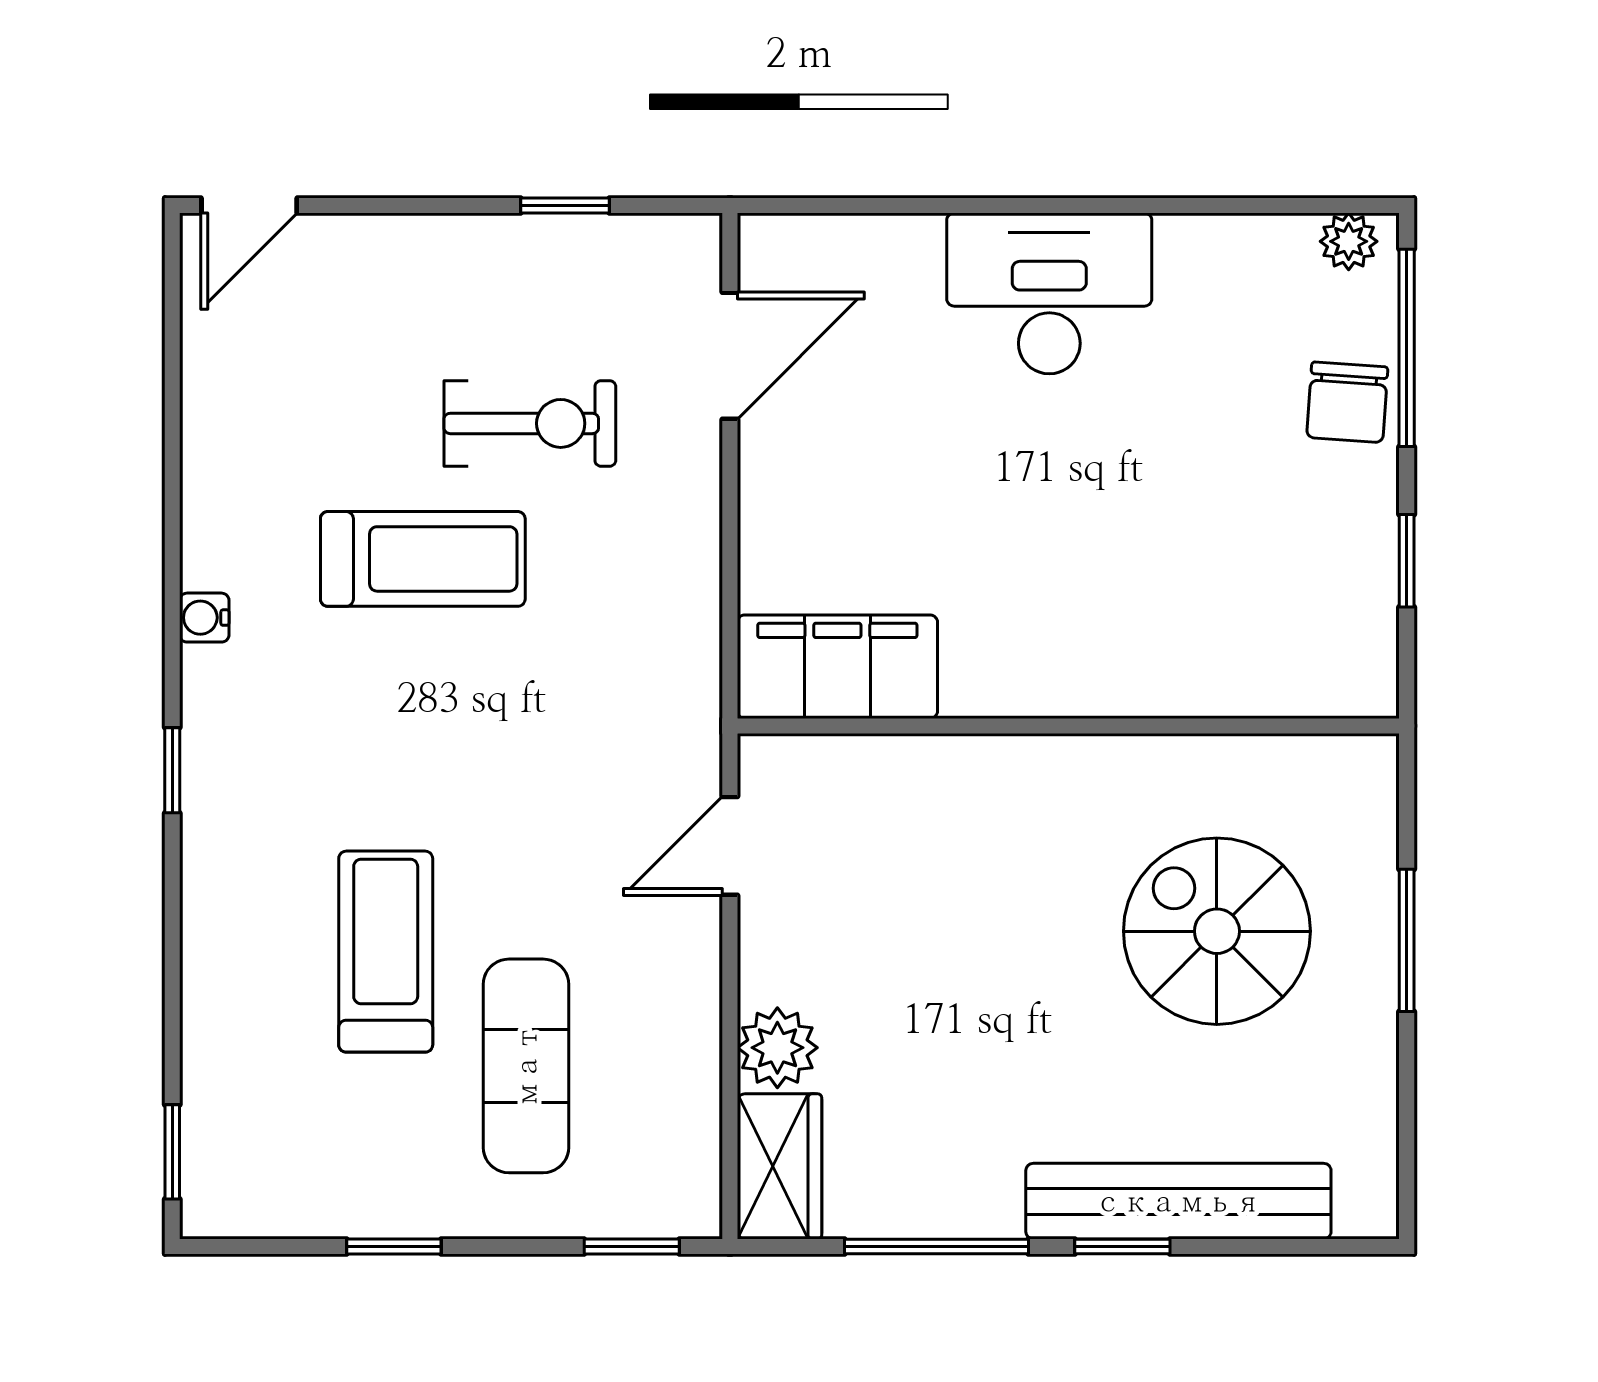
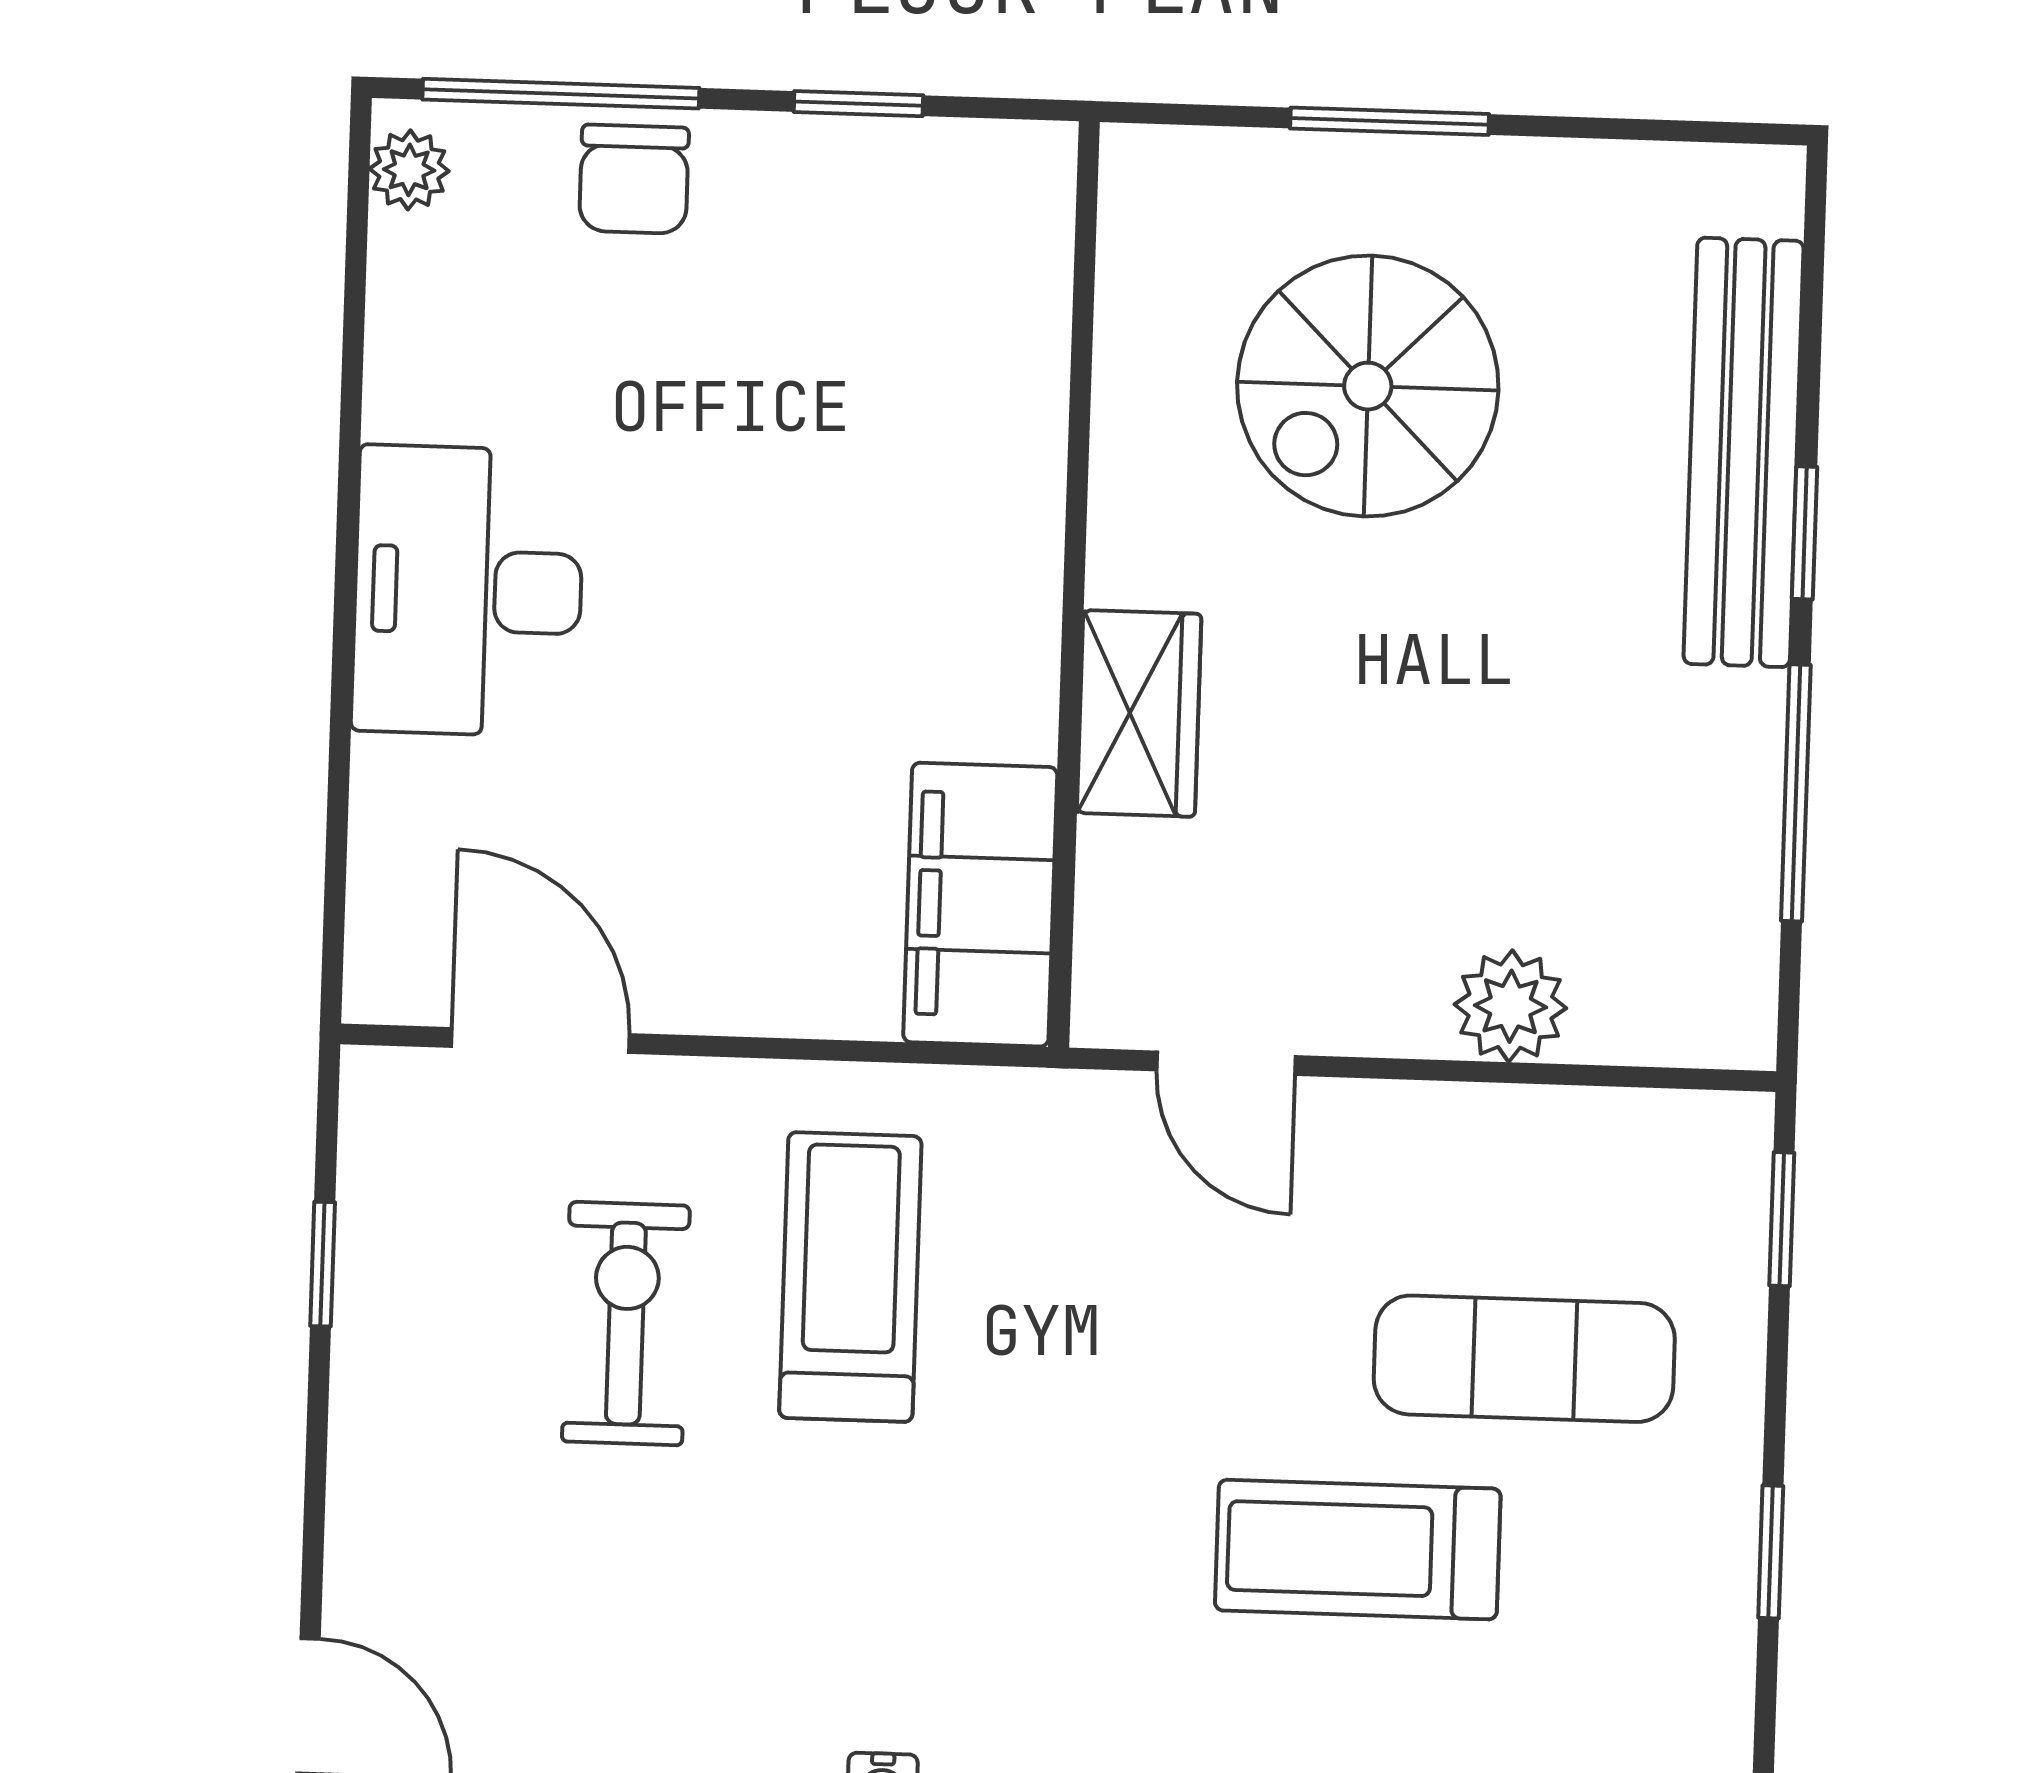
chair: (1347, 402) -> (634, 179), turned 86
treadmill: (423, 559) -> (850, 1277), moved
wardrobe: (779, 1166) -> (1139, 713), moved, turned 90

